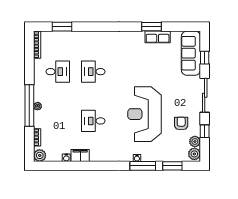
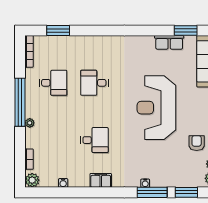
window: (151, 27) -> (186, 31), moved
window: (29, 105) -> (20, 102), moved
reception desk: (144, 114) -> (156, 108), moved
desk: (93, 121) -> (94, 140), turned 180
filing cabinet: (80, 156) -> (101, 180), moved

